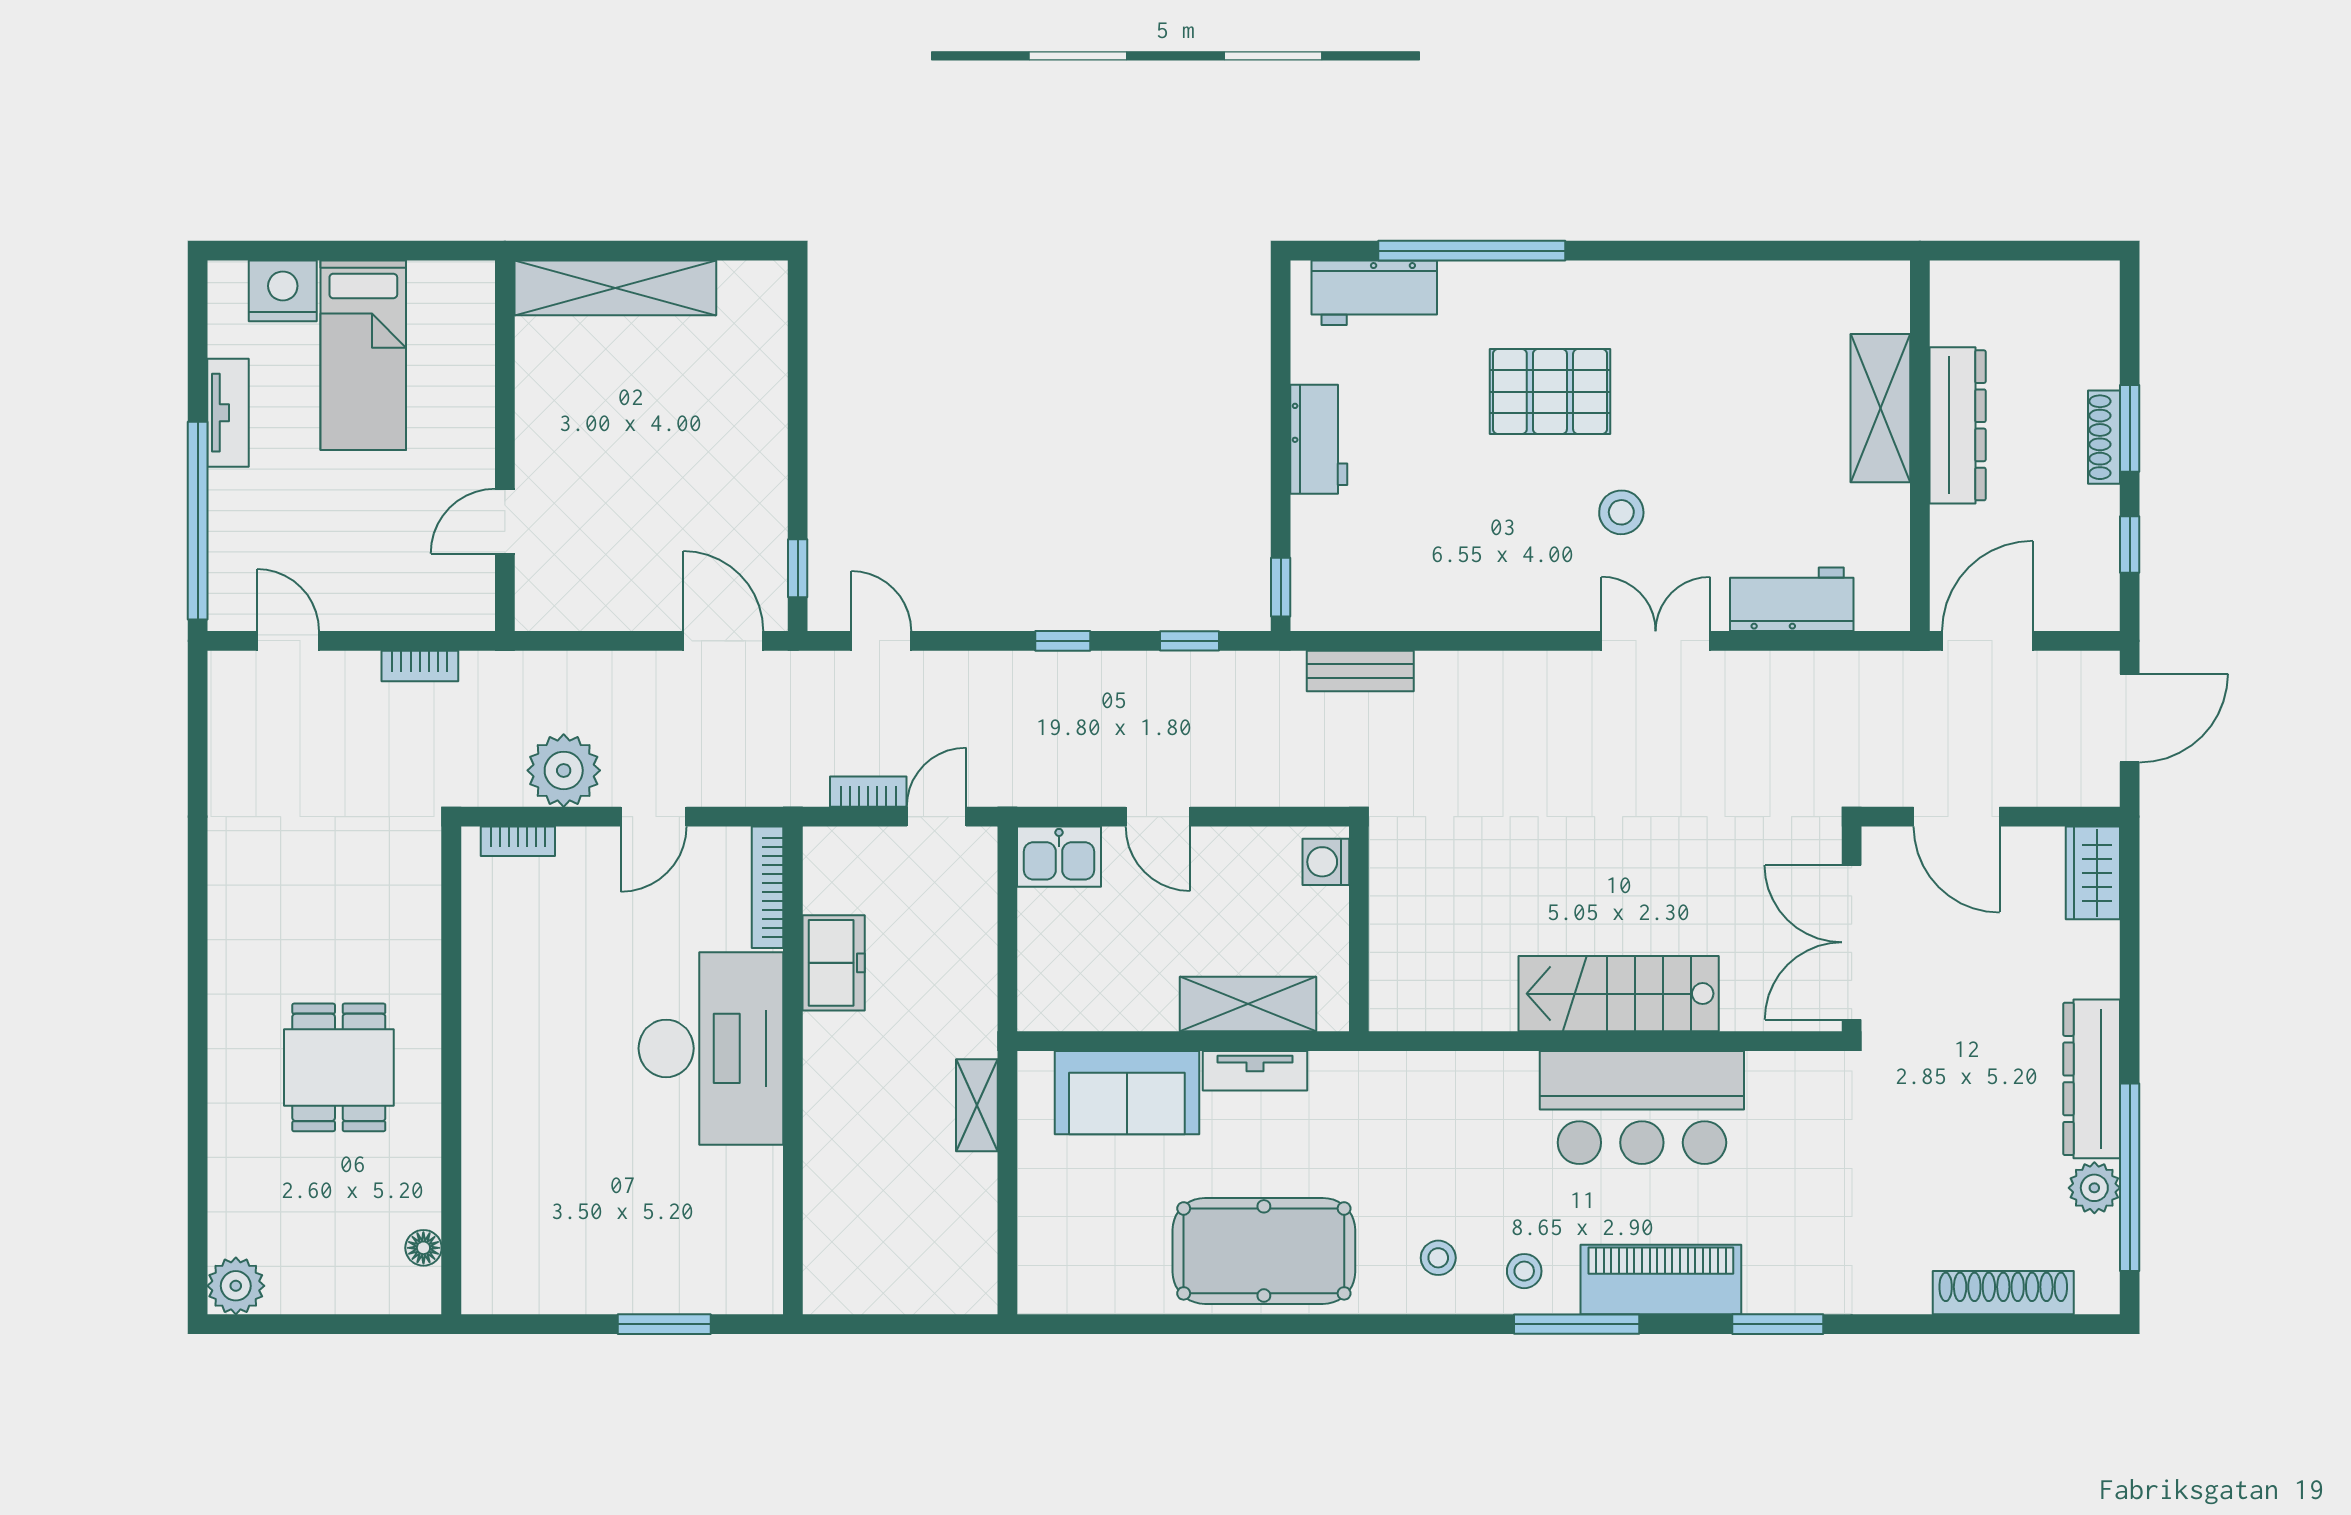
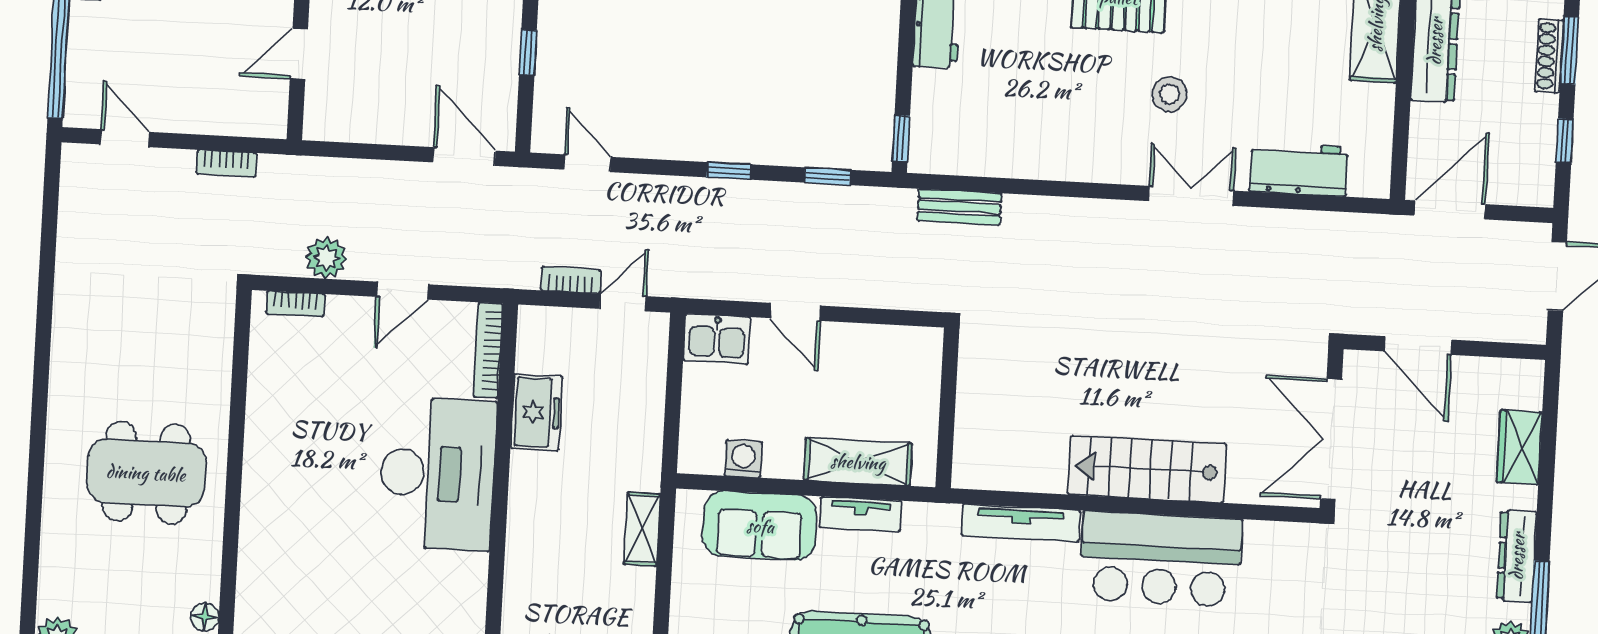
window: (798, 568) -> (528, 53), moved
plant: (564, 770) -> (326, 258), width x0.73, depth x0.73
washing machine: (1326, 862) -> (743, 459), moved, turned 90
wardrobe: (2093, 873) -> (1519, 447), moved
dining table: (339, 1067) -> (146, 473), width x1.37
tv unit: (1461, 1071) -> (1021, 523), added
dresser: (2092, 1079) -> (1517, 556), width x0.73, depth x0.80

